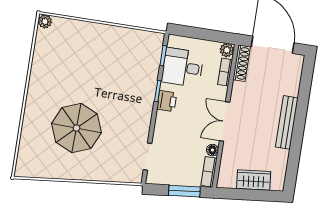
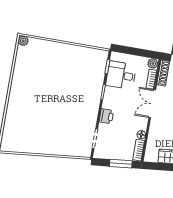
printer: (167, 101) -> (106, 116), moved
double door: (225, 121) -> (152, 104), moved
parasol: (76, 128) -> (44, 117), removed

